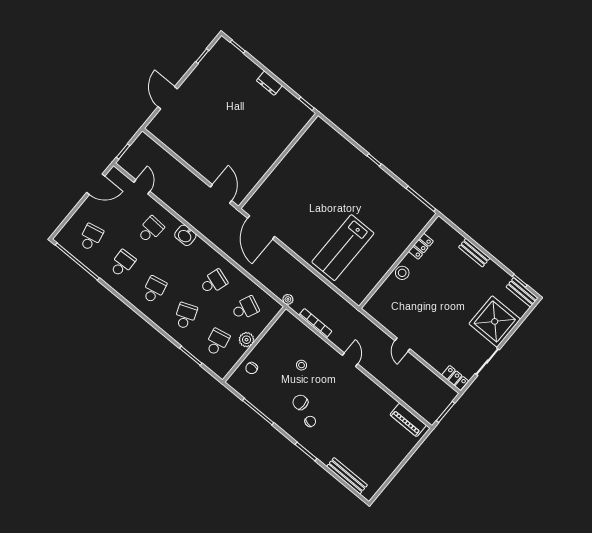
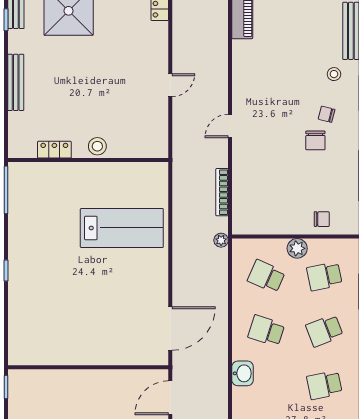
washbasin: (185, 235) -> (243, 373), moved
bench: (474, 253) -> (16, 82), width x1.36
stool: (301, 365) -> (334, 74), moved

